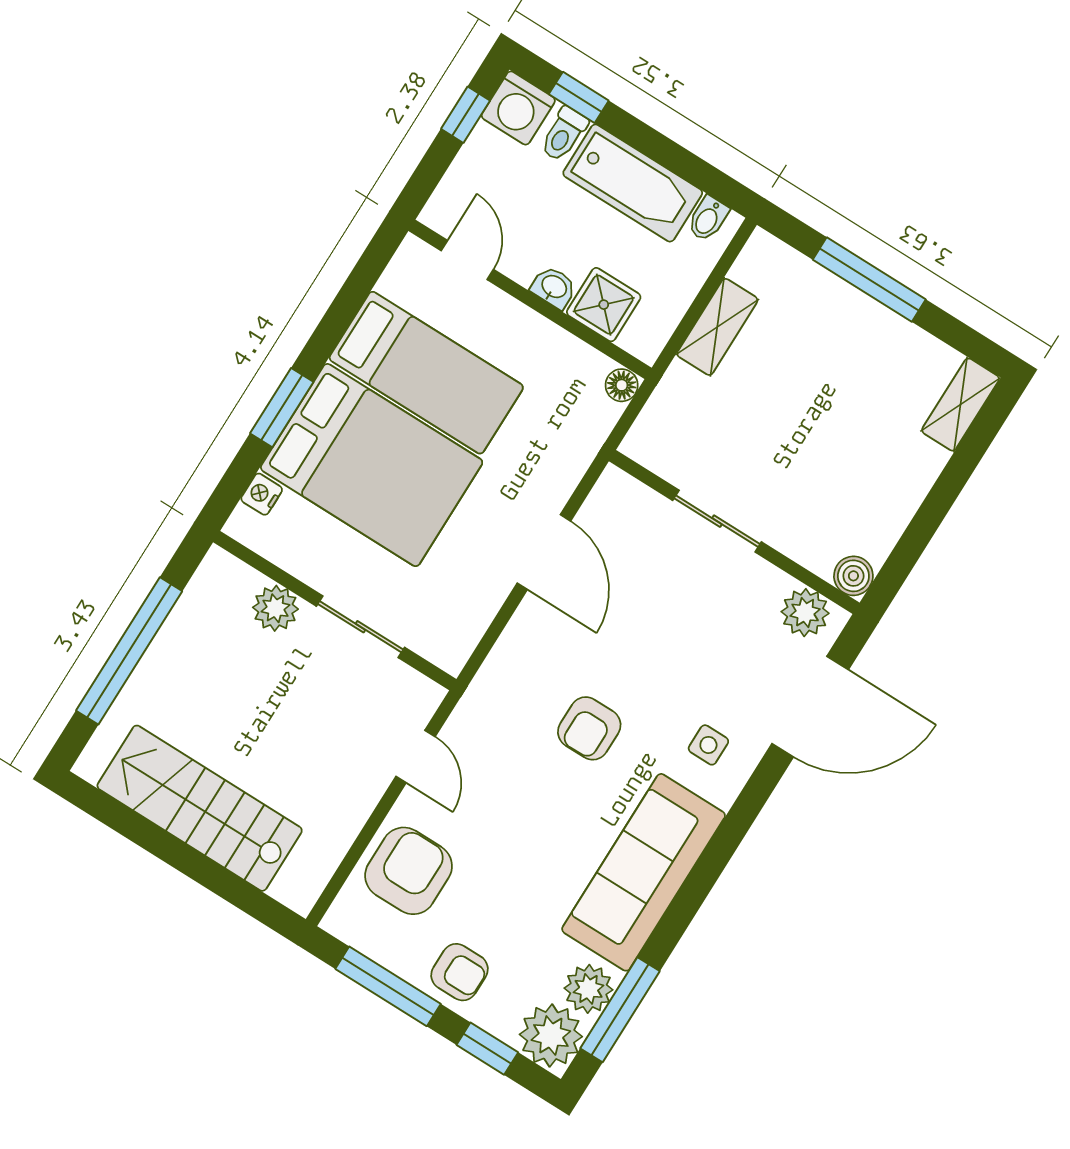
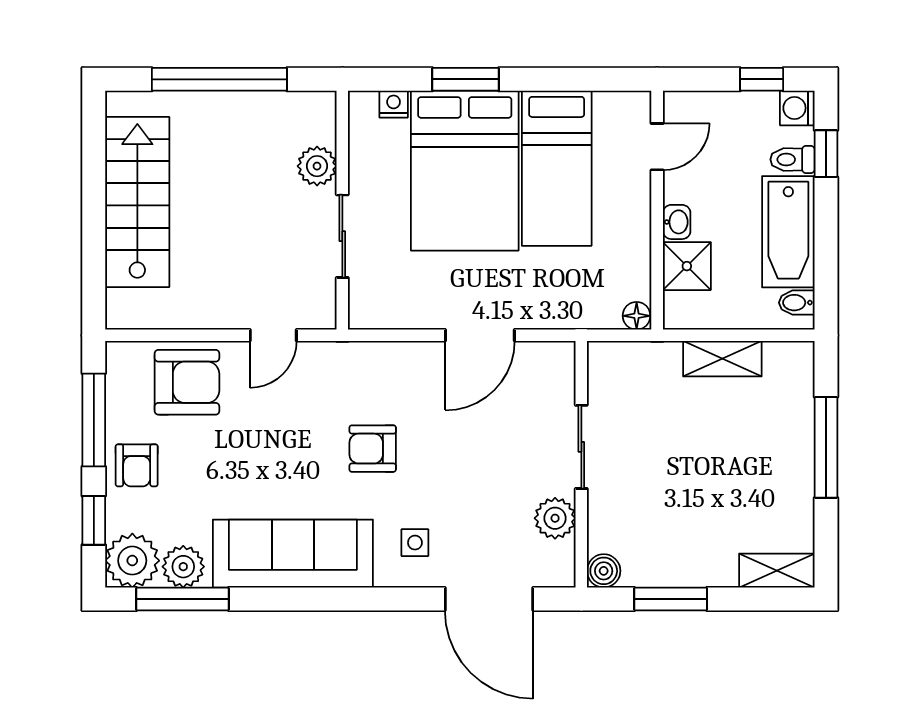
washing machine: (518, 108) -> (797, 108), width x0.73, depth x0.73
window: (923, 527) -> (671, 599), added
plant: (805, 613) -> (555, 518), moved

